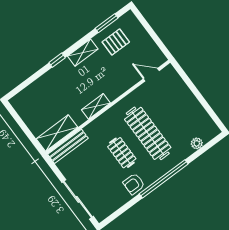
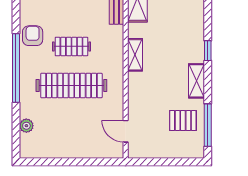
window: (107, 23) -> (208, 125), width x1.44
pallet: (116, 42) -> (183, 121), turned 90
door: (151, 75) -> (126, 131), swing flipped

